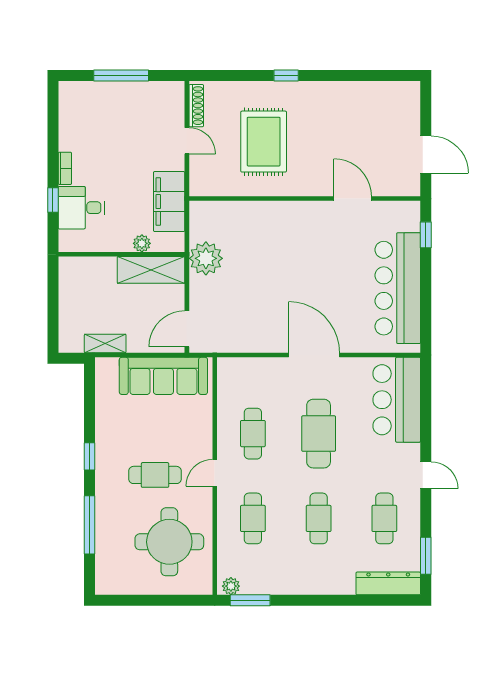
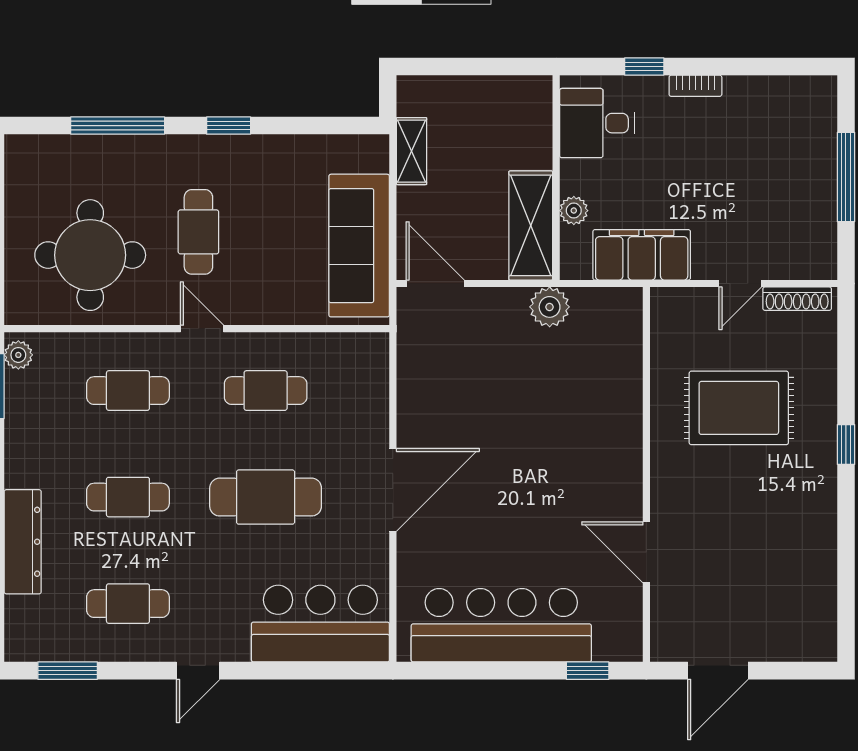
door: (353, 199) -> (646, 552), swing flipped
desk: (81, 208) -> (597, 123), moved, turned -90
plant: (206, 258) -> (550, 307), width x0.73, depth x0.73
dresser: (388, 583) -> (23, 542), moved

